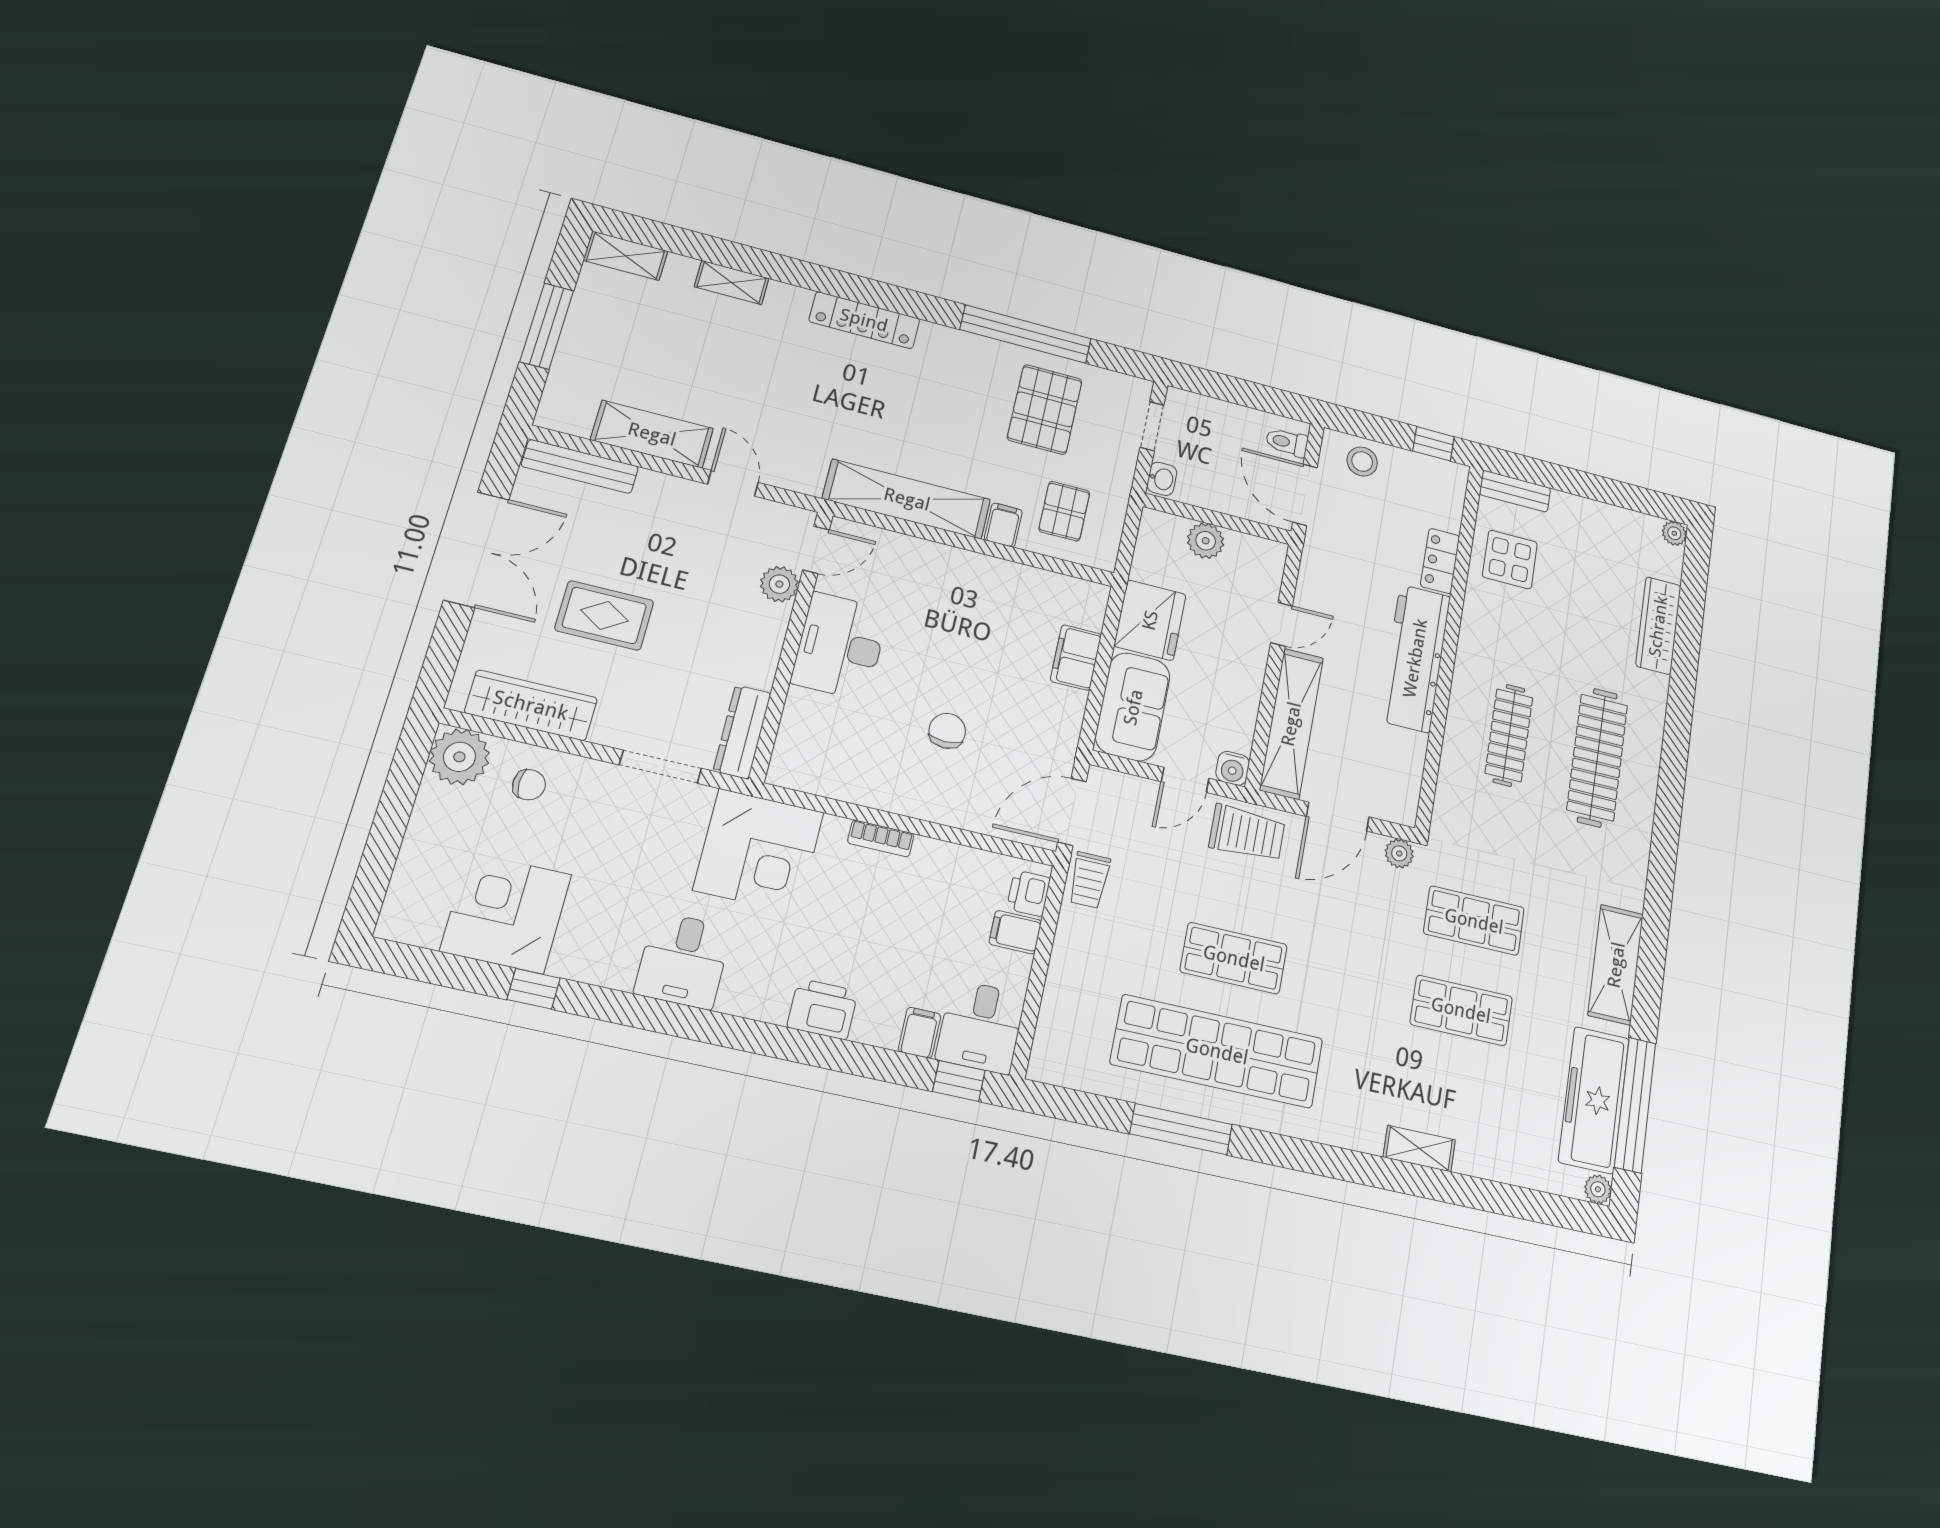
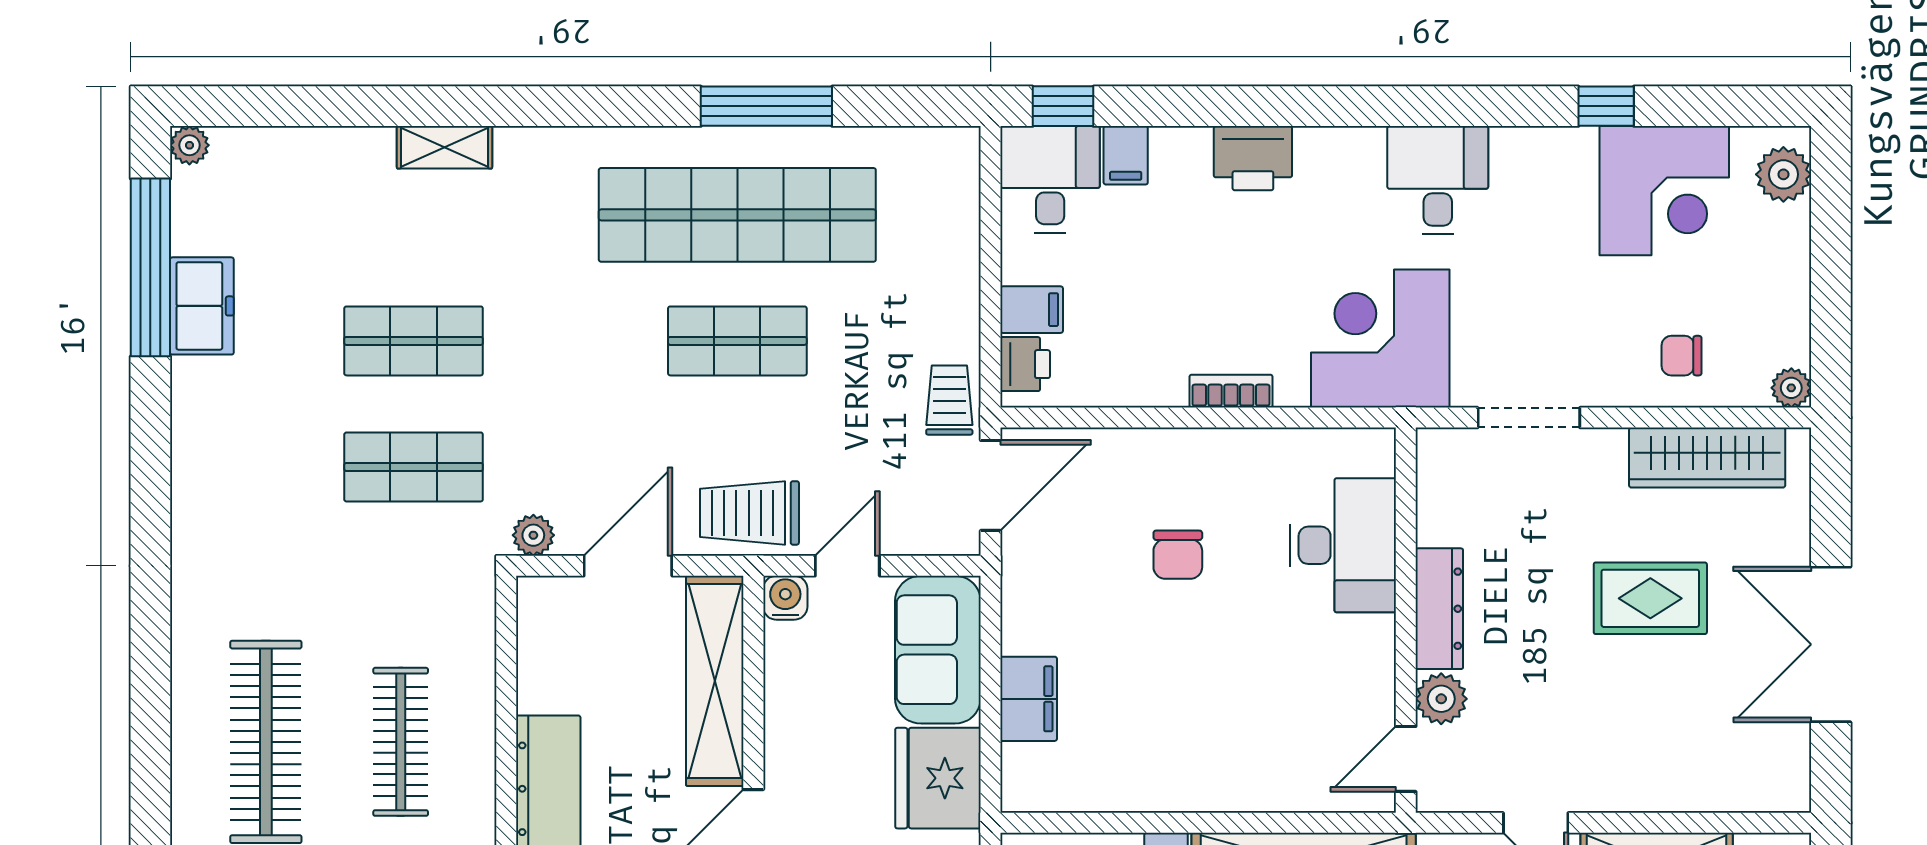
bench: (580, 466) -> (1735, 792), removed
desk: (840, 646) -> (1343, 545), moved
dresser: (742, 732) -> (1439, 609), moved
plant: (459, 757) -> (1791, 388), width x0.53, depth x0.53
plant: (406, 904) -> (1783, 174), added
shelving: (1616, 965) -> (202, 452), removed
freezer: (1594, 1100) -> (202, 306), width x0.52, depth x0.79

